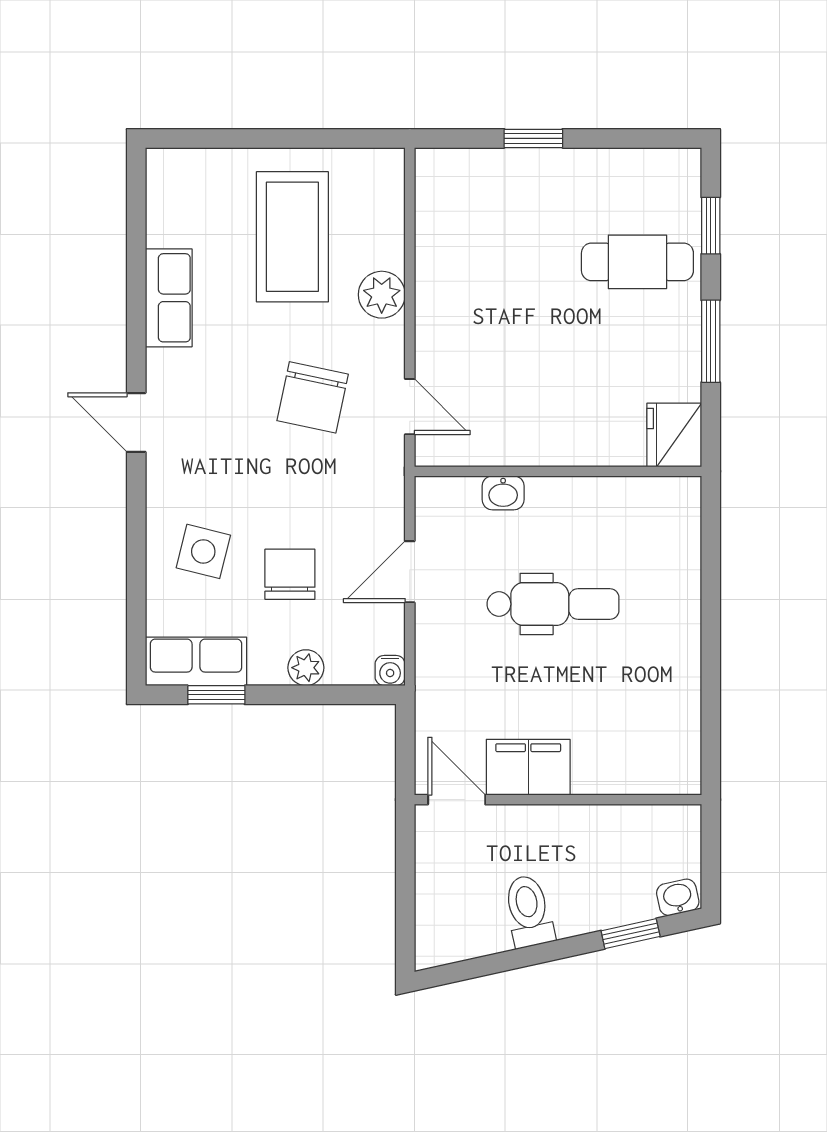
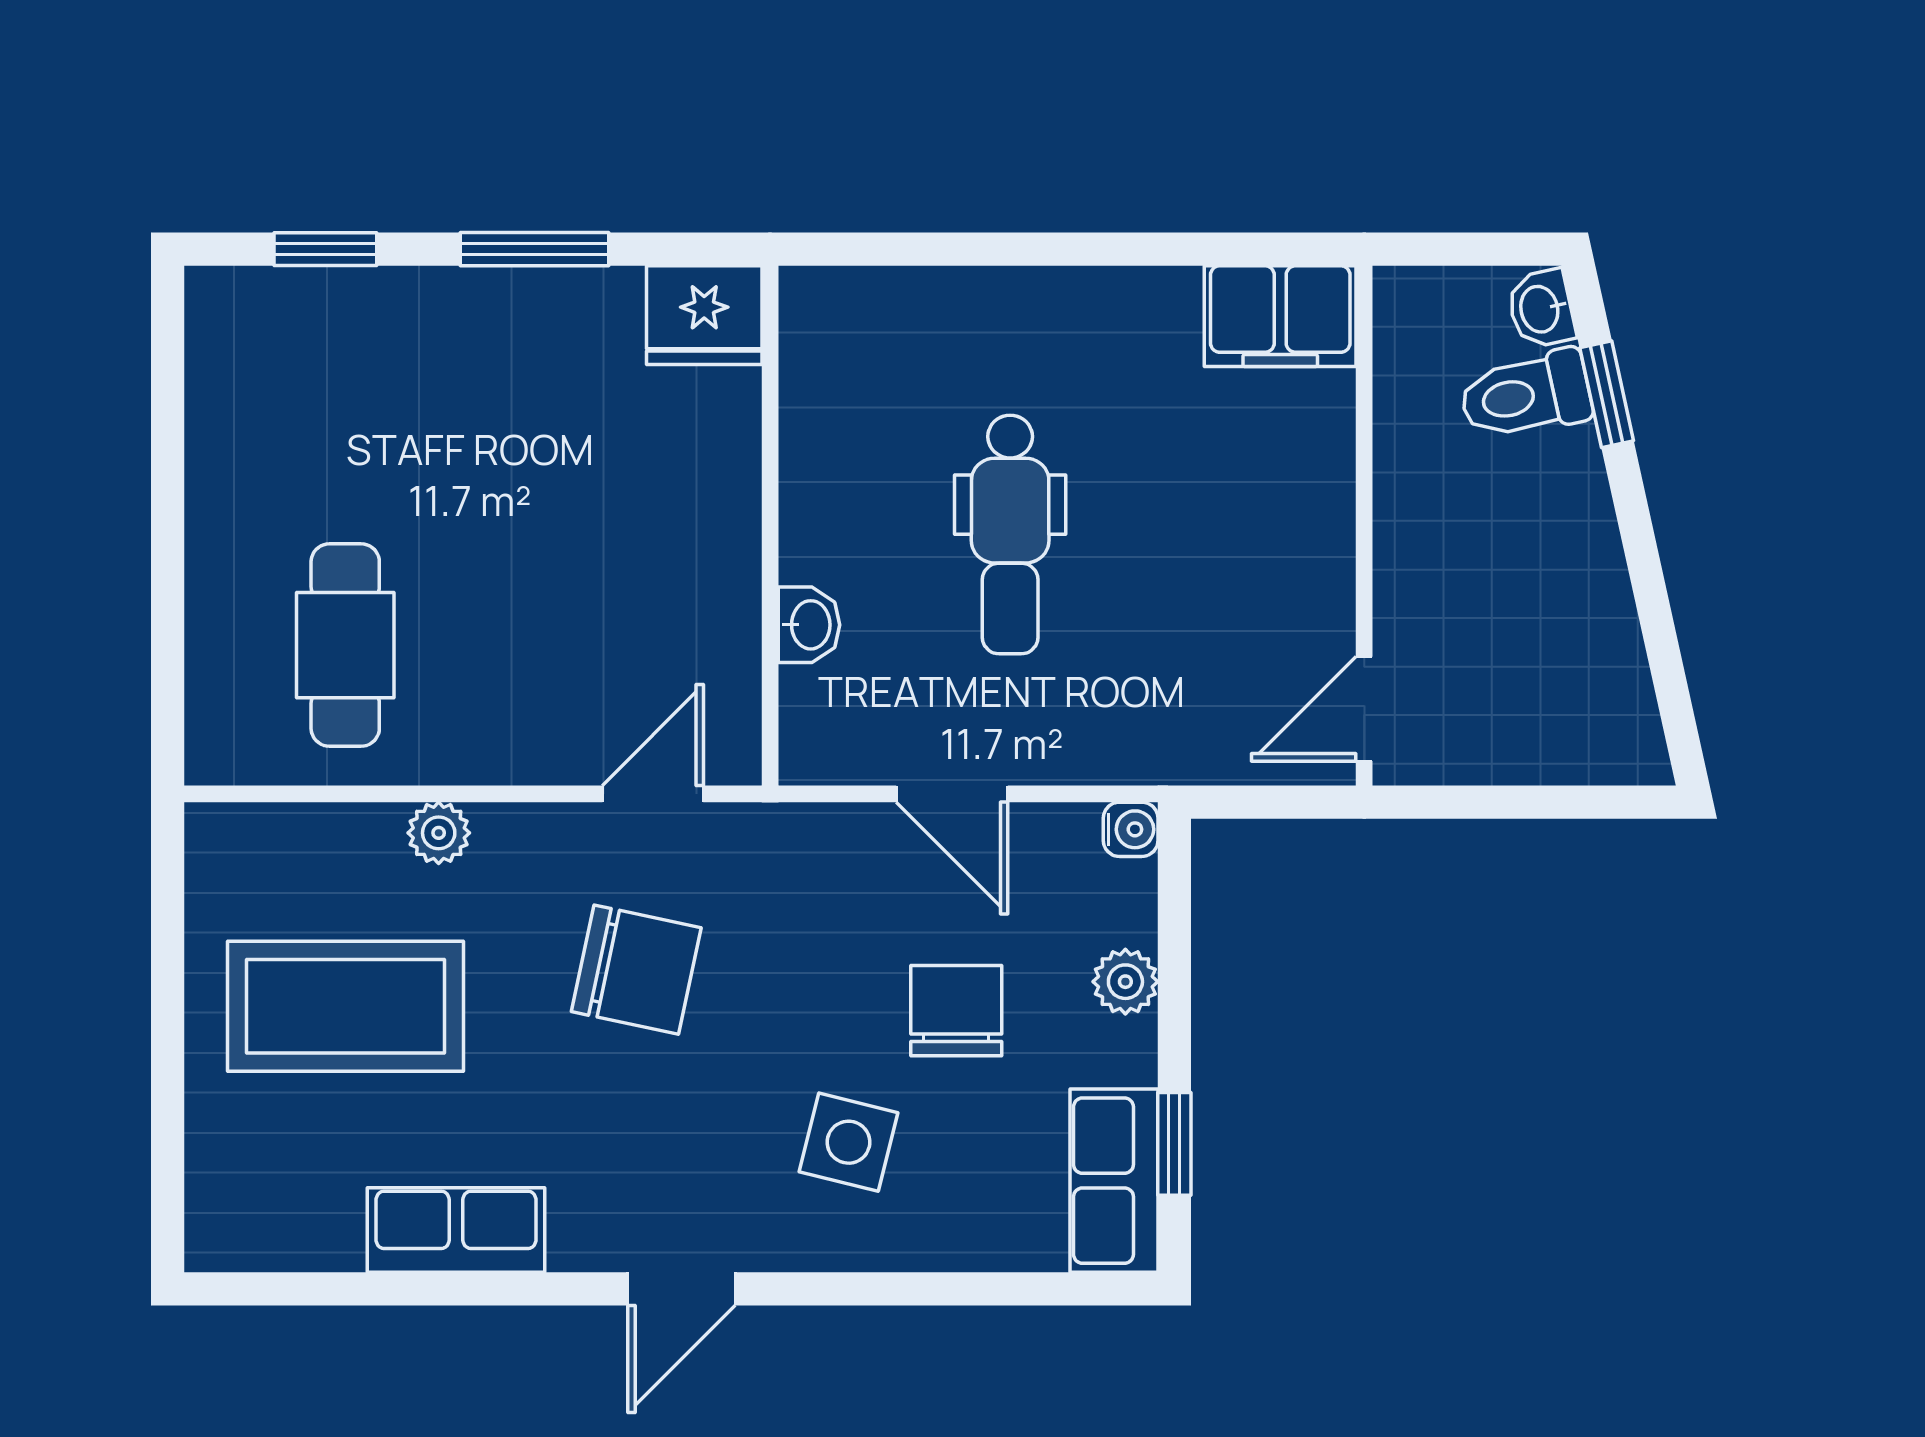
window: (533, 138) -> (168, 570), removed
cafe table: (637, 262) -> (345, 645), moved
plant: (382, 295) -> (439, 833), width x0.73, depth x0.73
side table: (203, 551) -> (848, 1142), moved
chair: (290, 574) -> (956, 1011), turned 90
dental chair: (553, 604) -> (1010, 534), turned 180
filing cabinet: (528, 767) -> (1280, 316), moved, turned -90
toilet: (529, 911) -> (1526, 395), moved

